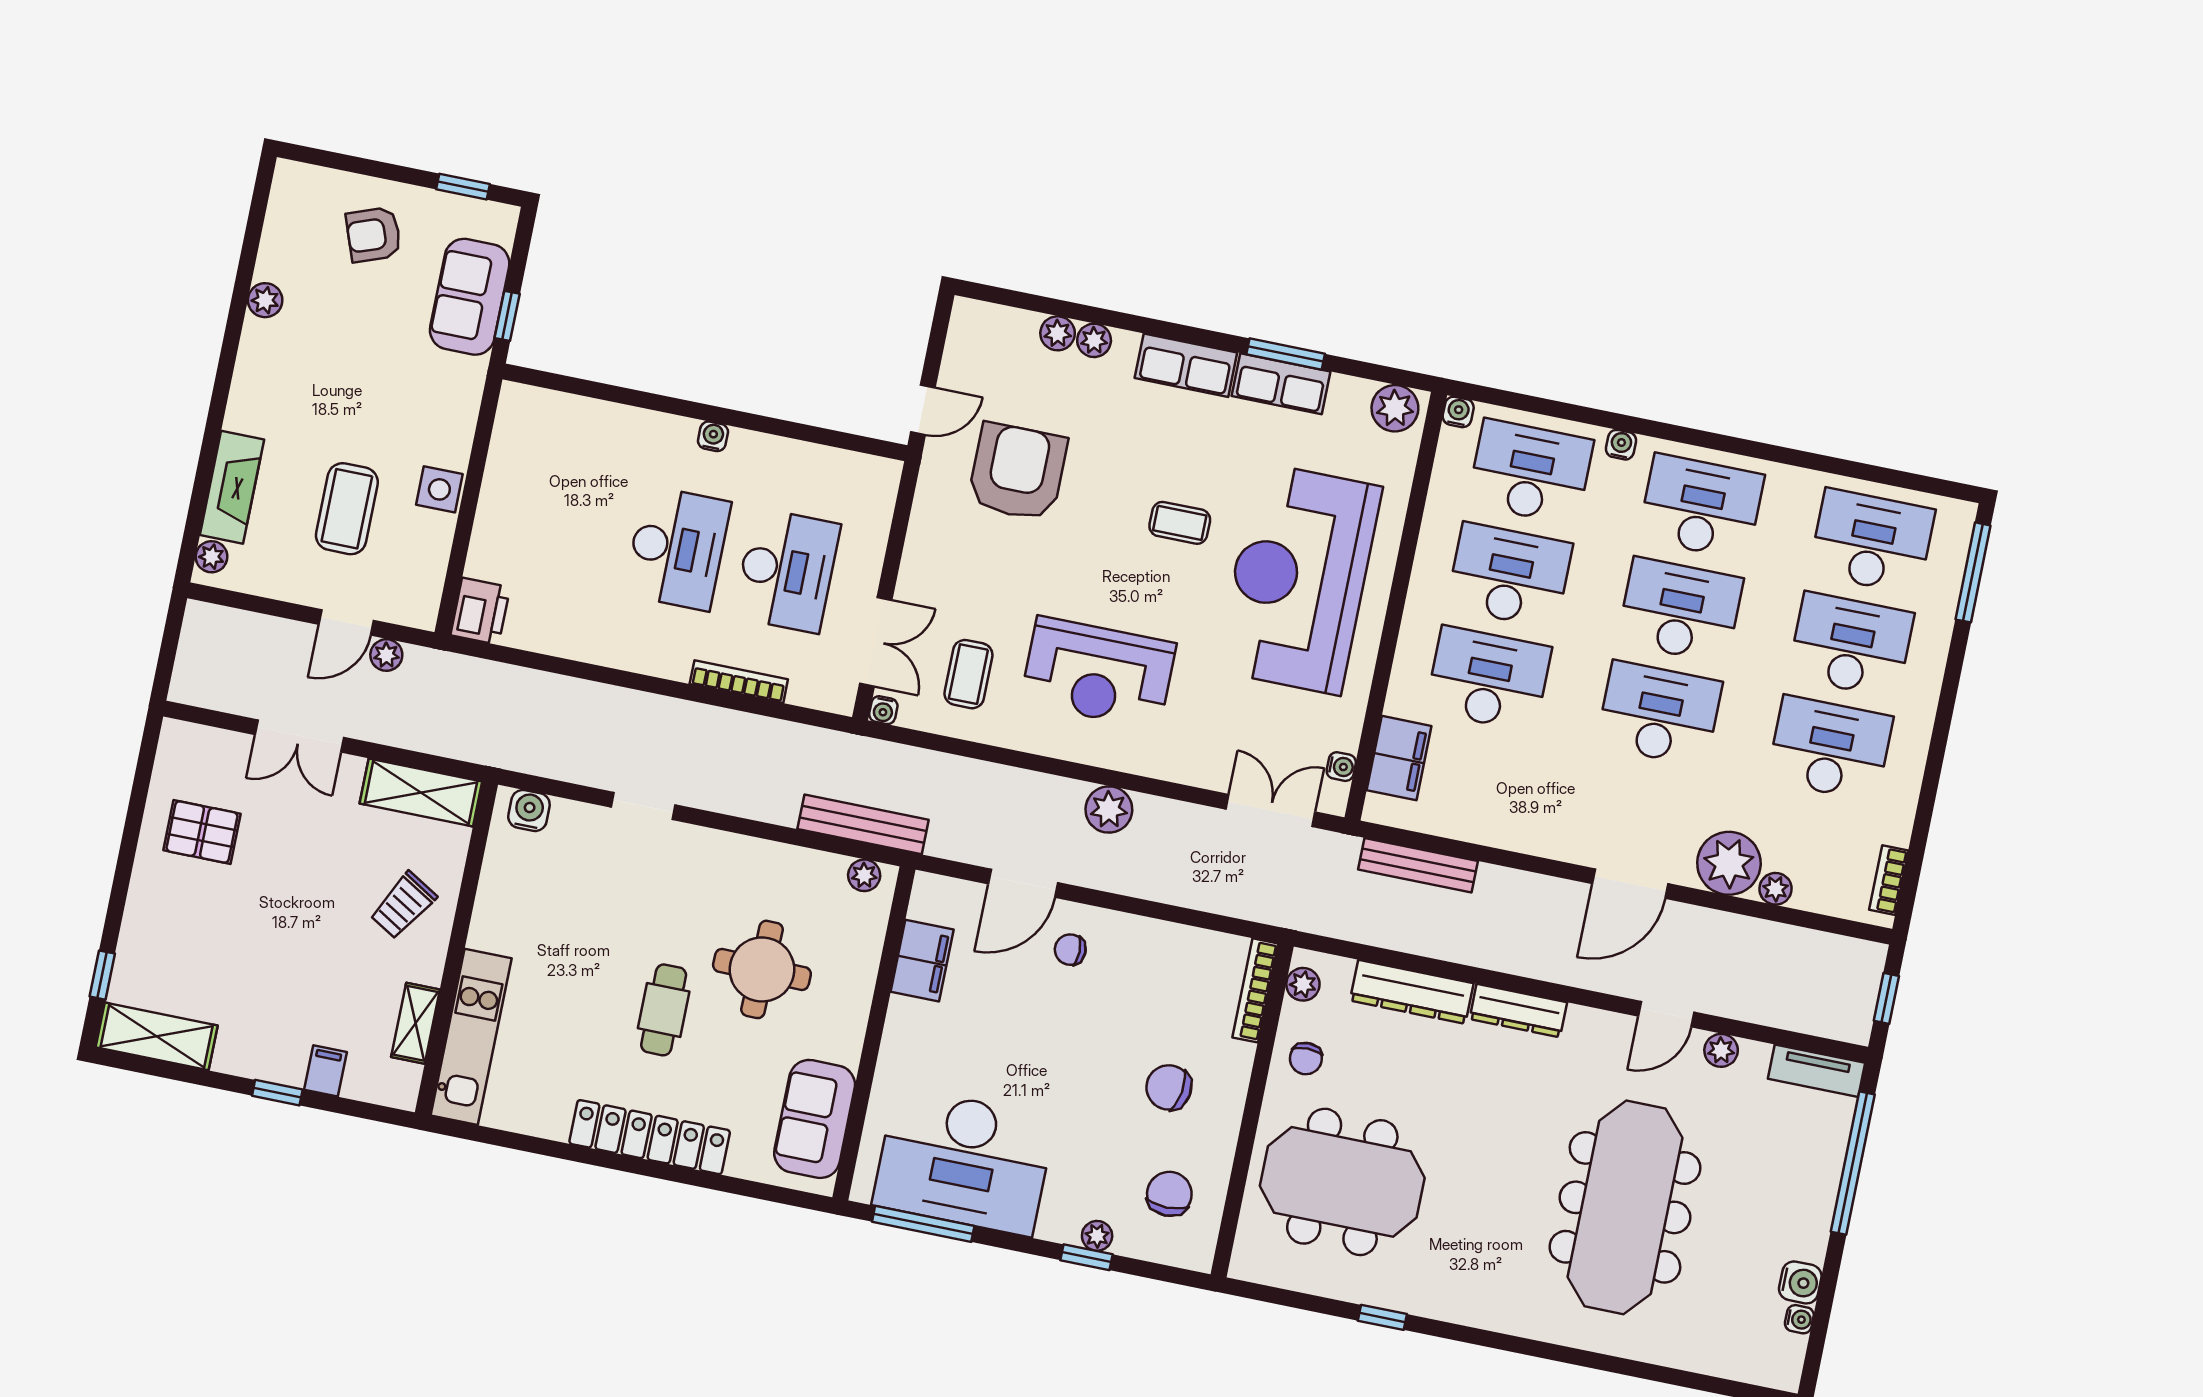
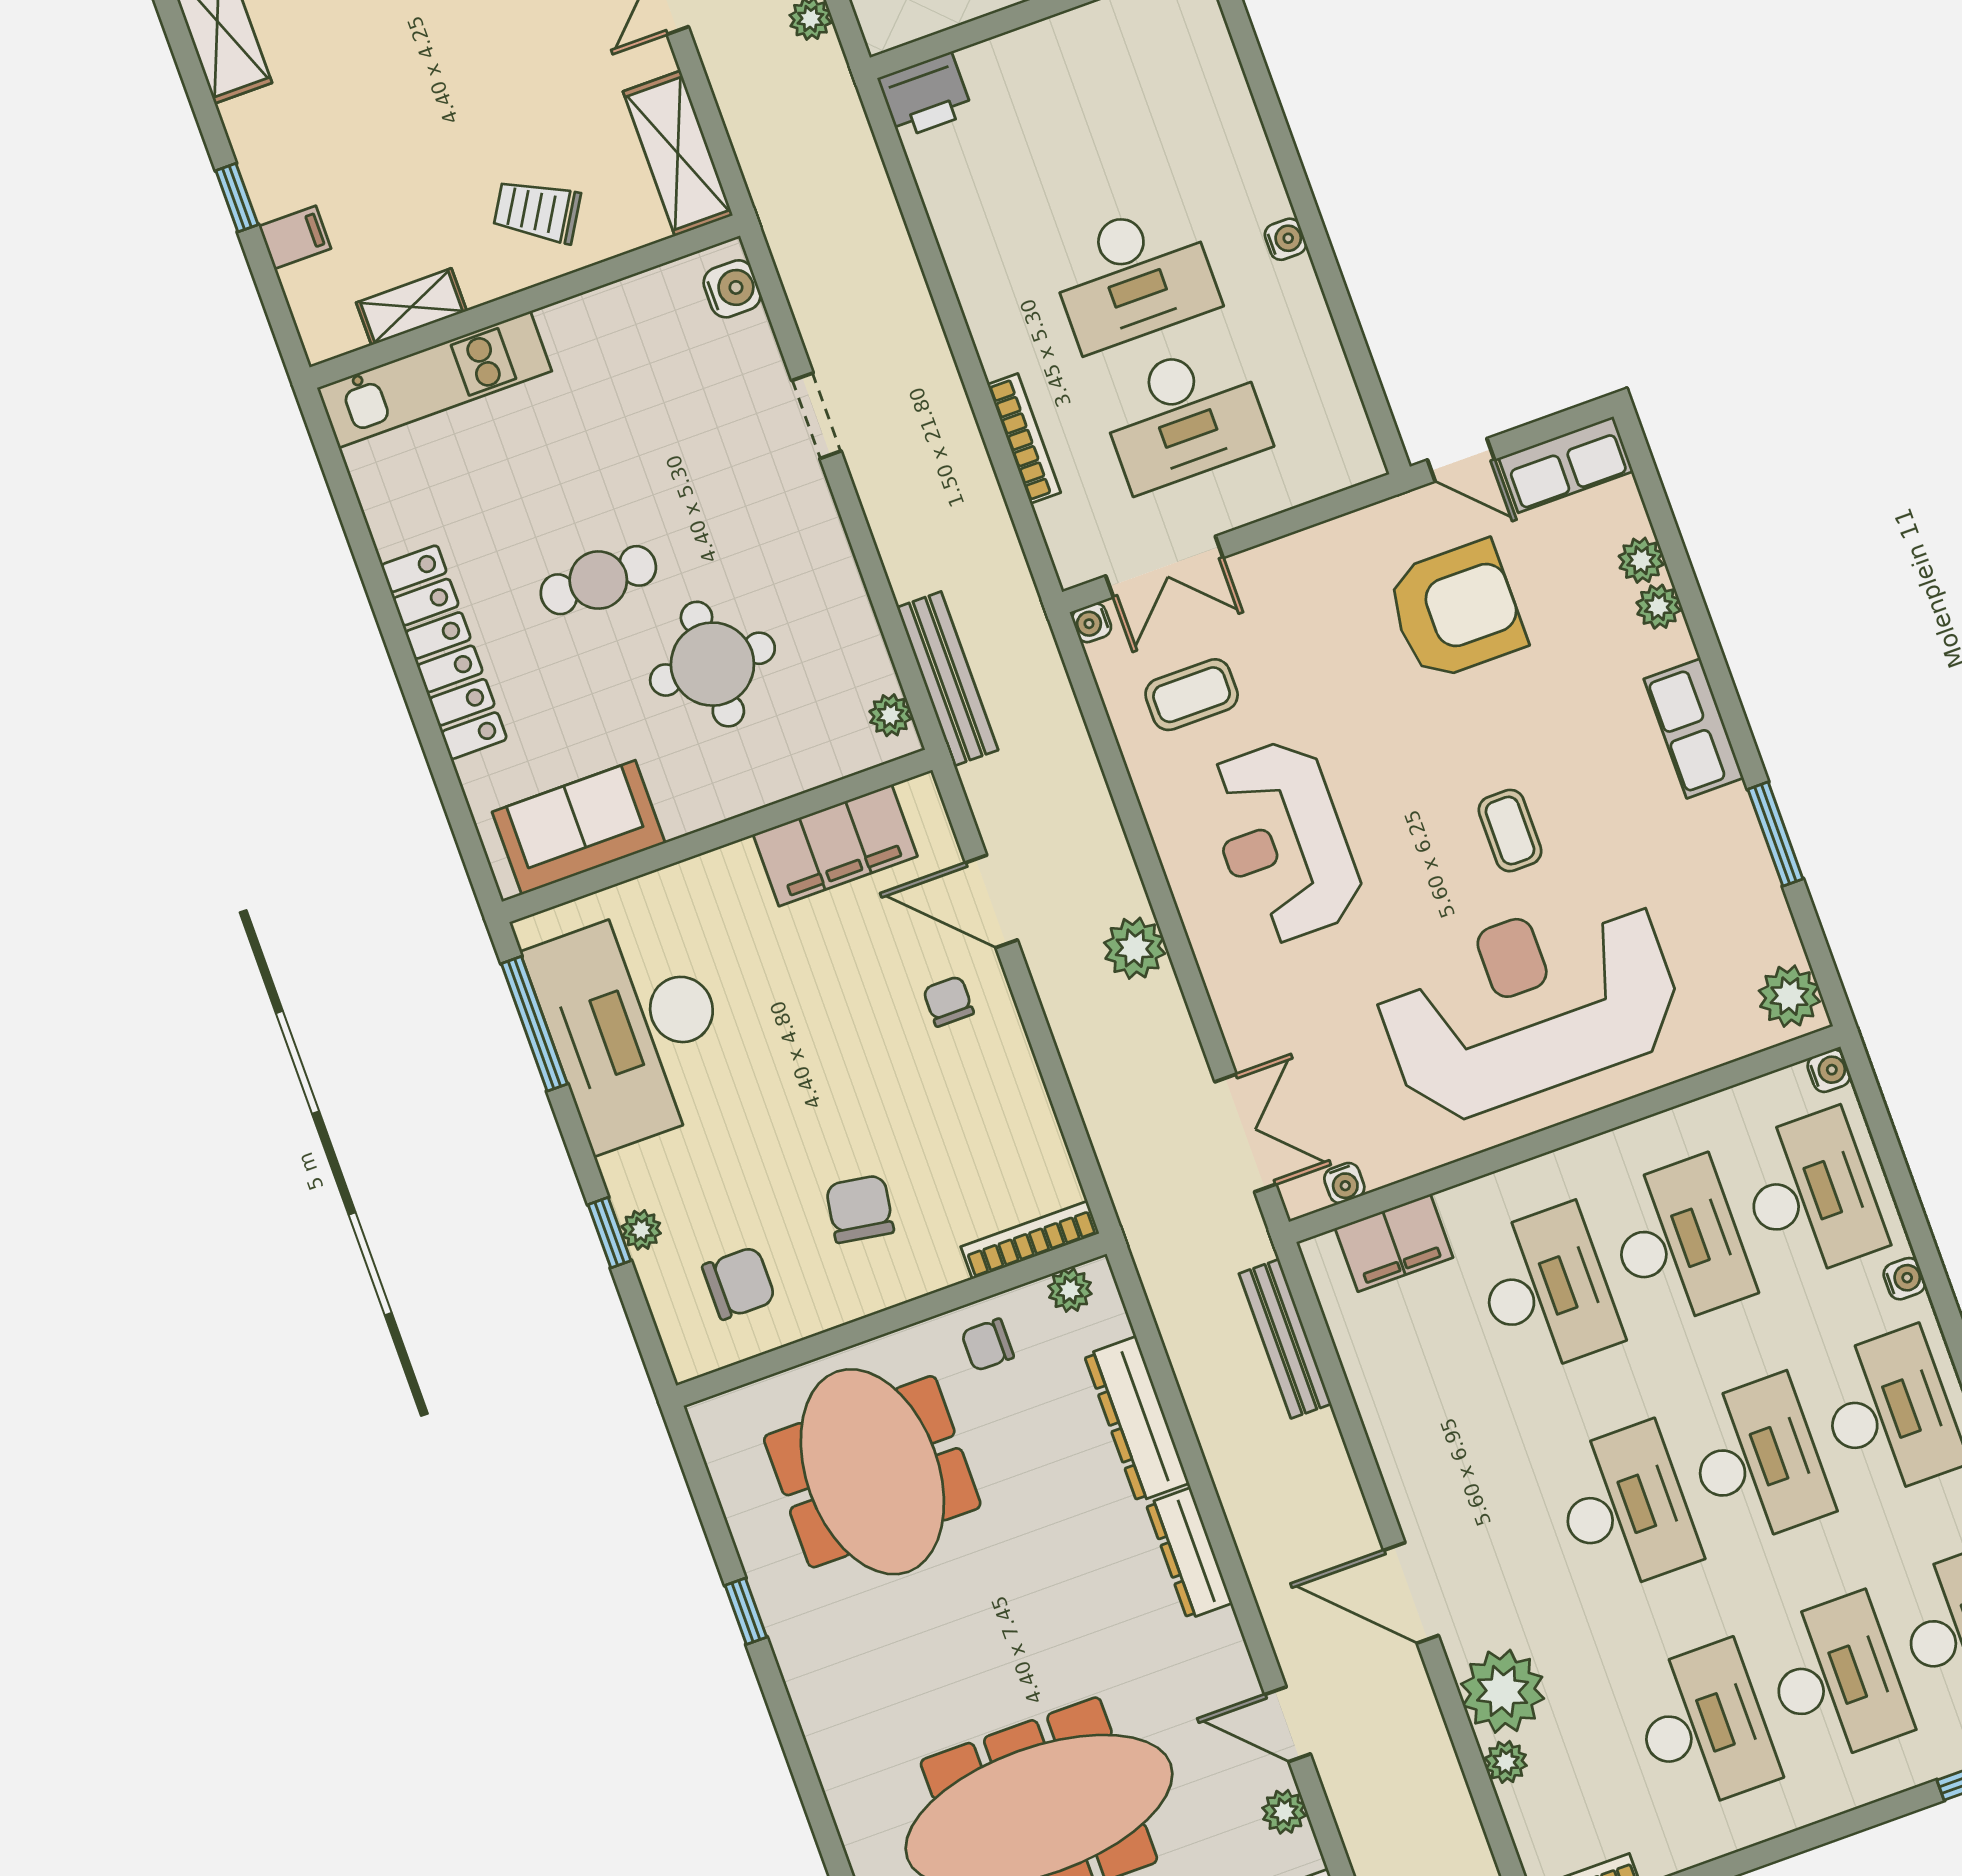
row of seats: (1281, 384) -> (1566, 465), moved, turned -90
filing cabinet: (922, 961) -> (835, 845), width x1.50, depth x1.17

